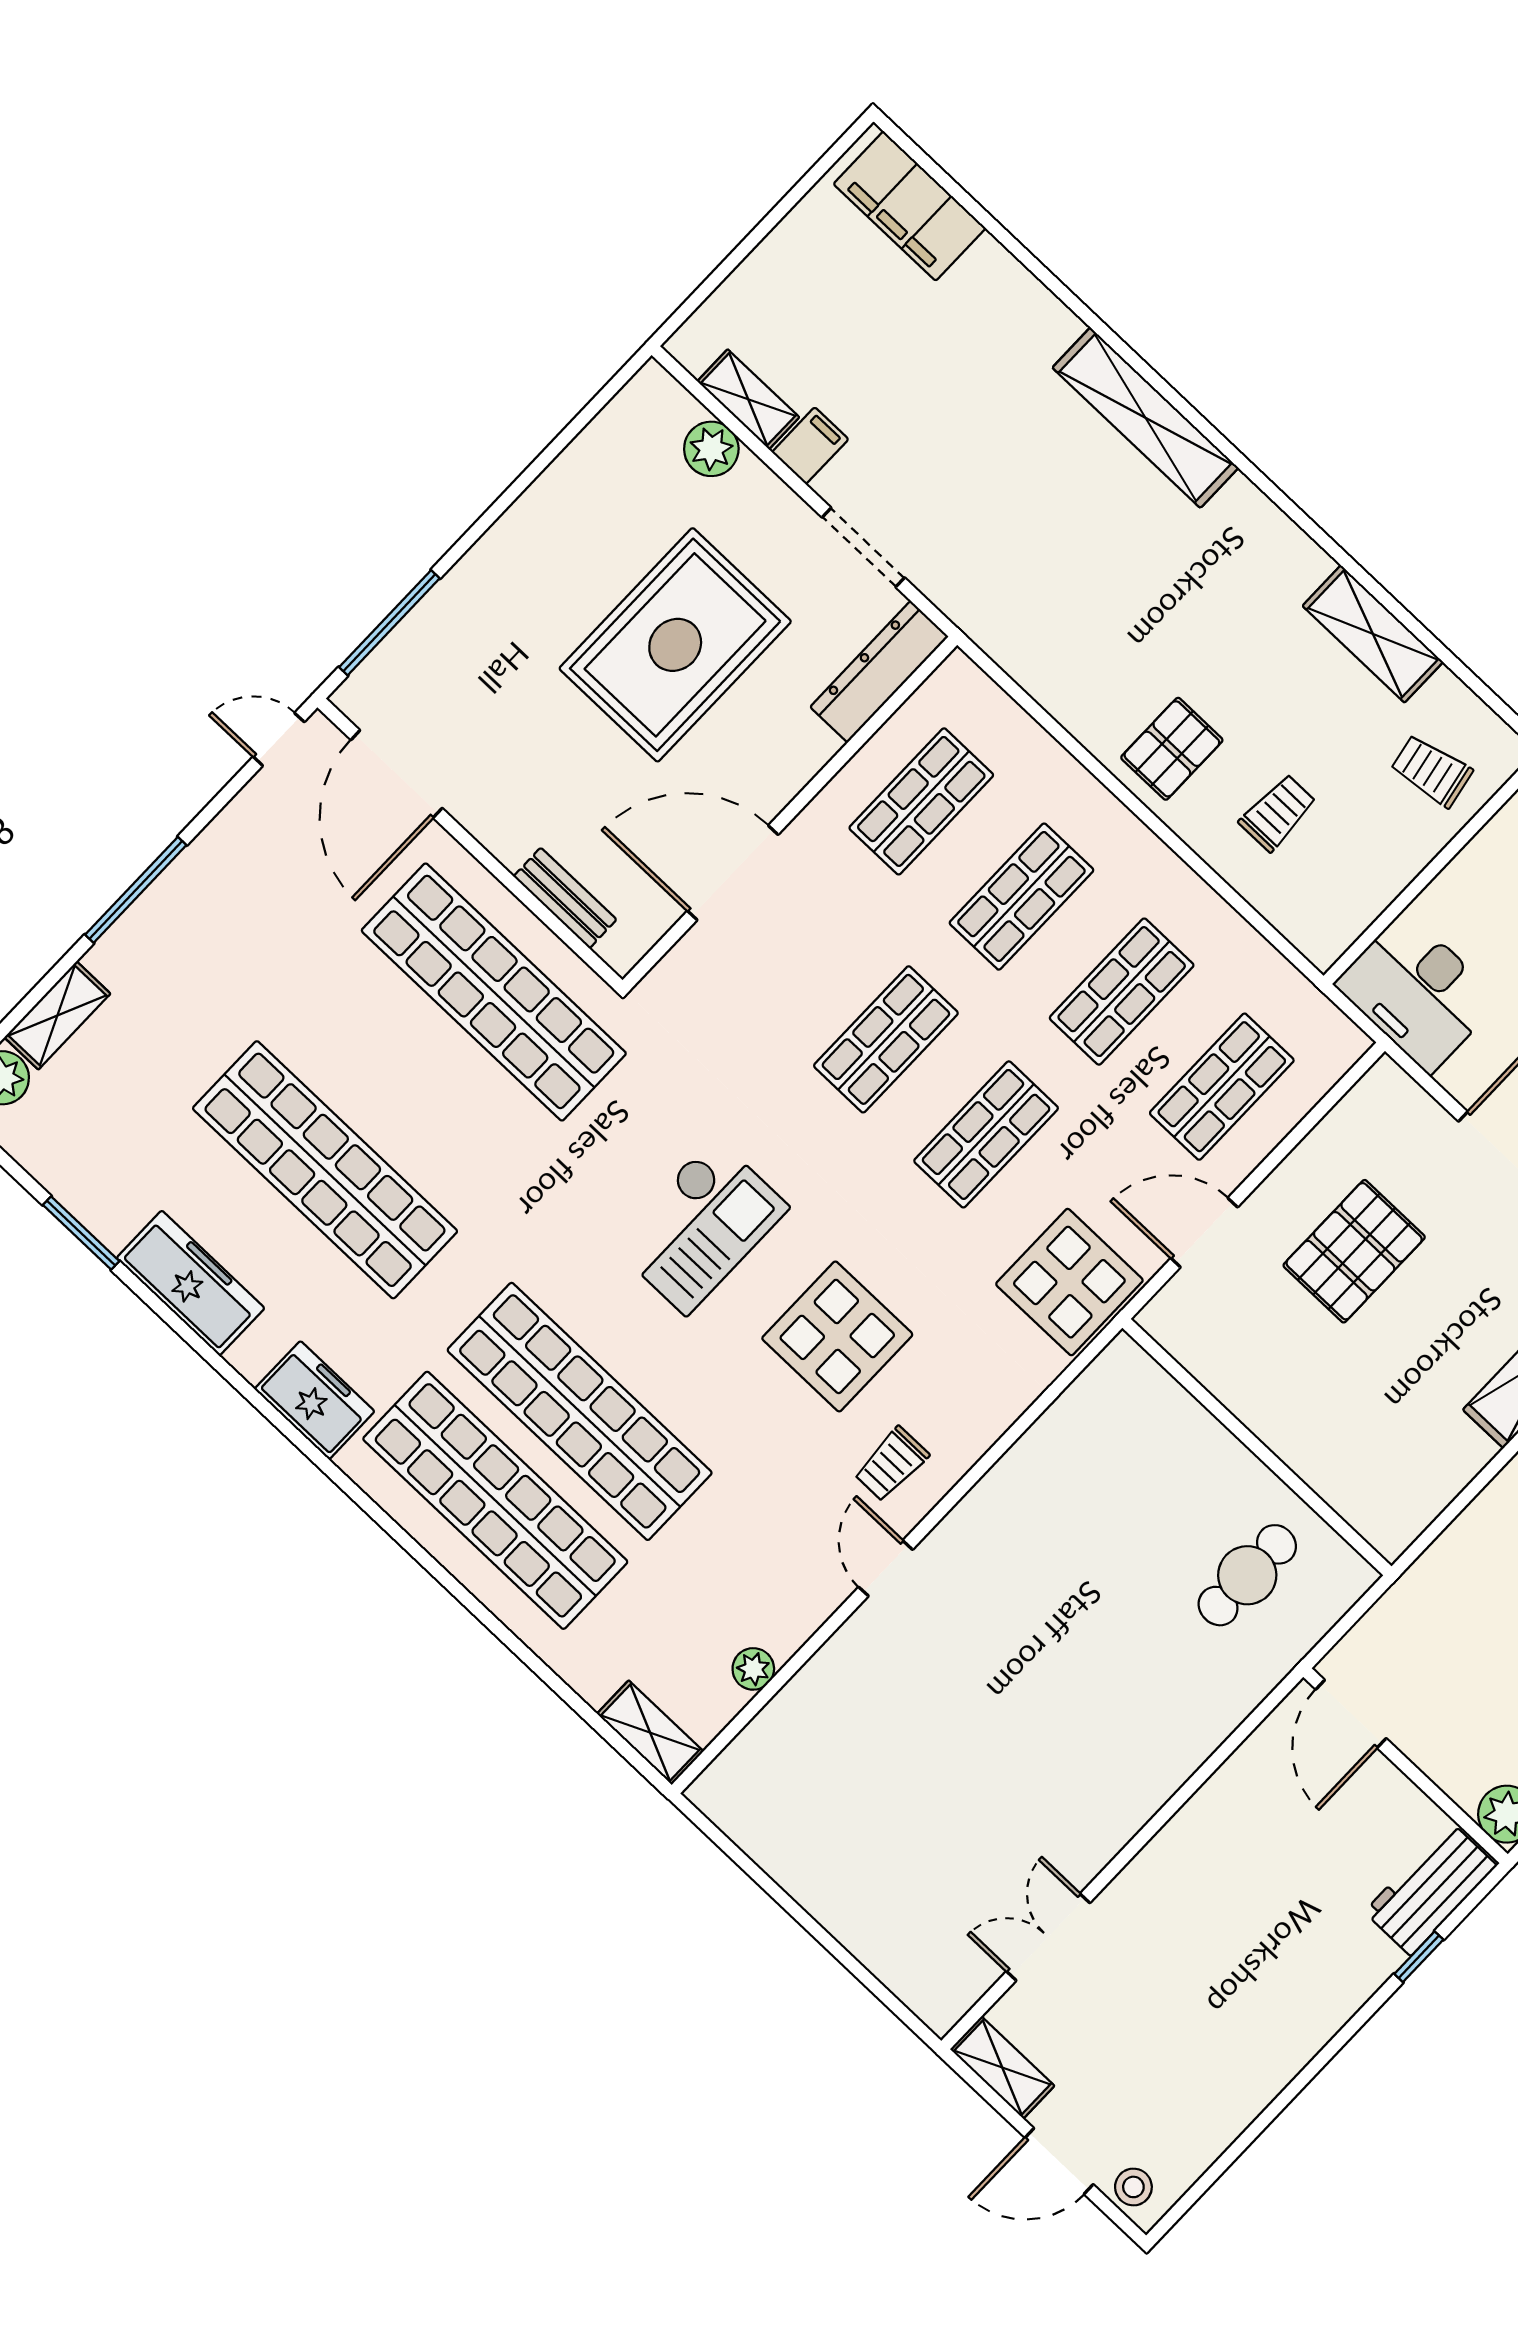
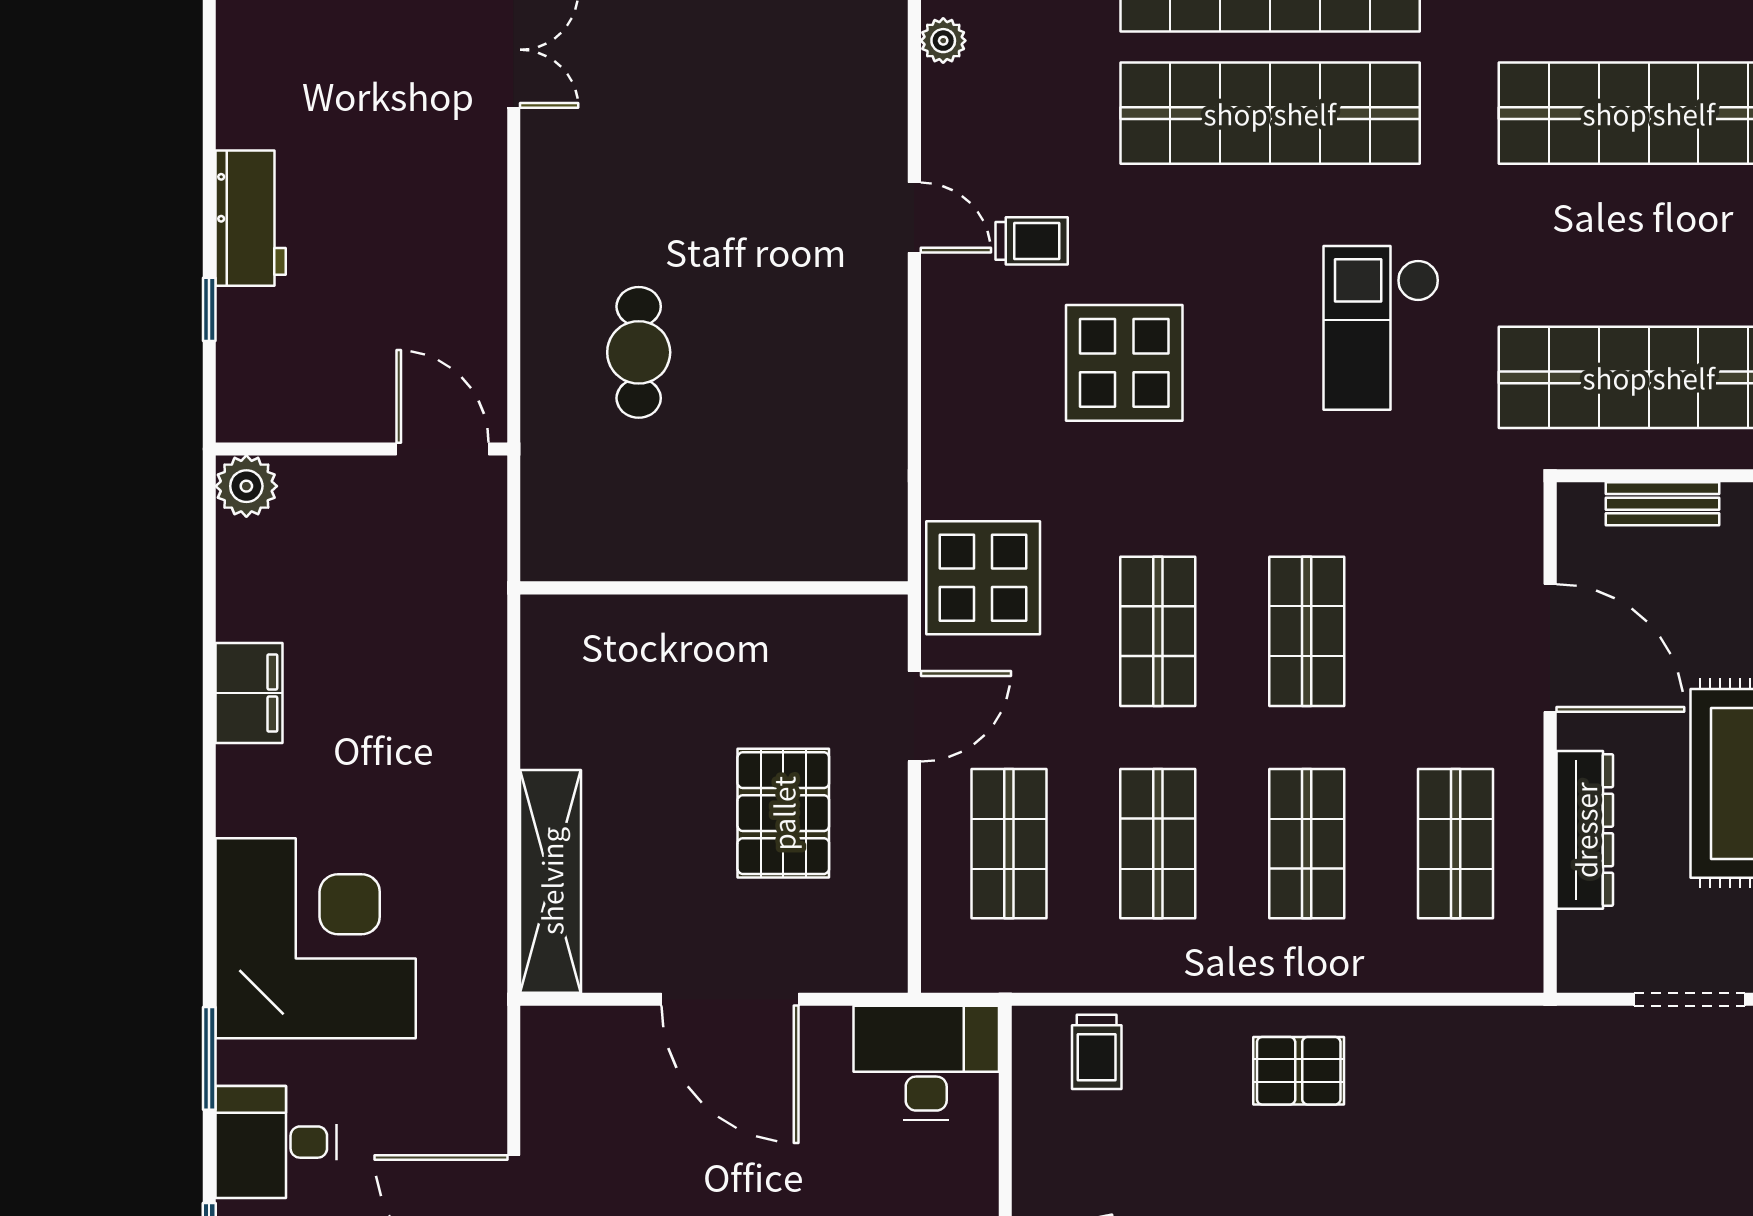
dresser: (879, 672) -> (1585, 830), moved
pallet: (1172, 749) -> (1299, 1071), turned 90
trolley: (1278, 813) -> (1097, 1052), moved
door: (733, 873) -> (1550, 648), hinge flipped
checkout: (700, 1226) -> (1381, 328), moved
trolley: (891, 1464) -> (1032, 241), moved, turned 90
cafe table: (1247, 1575) -> (639, 352), moved
workbench: (1431, 1889) -> (251, 218), moved

